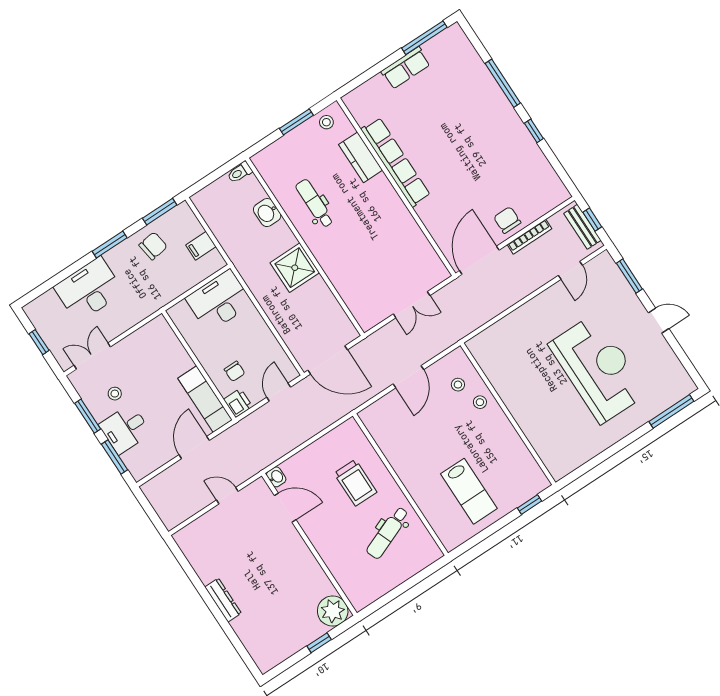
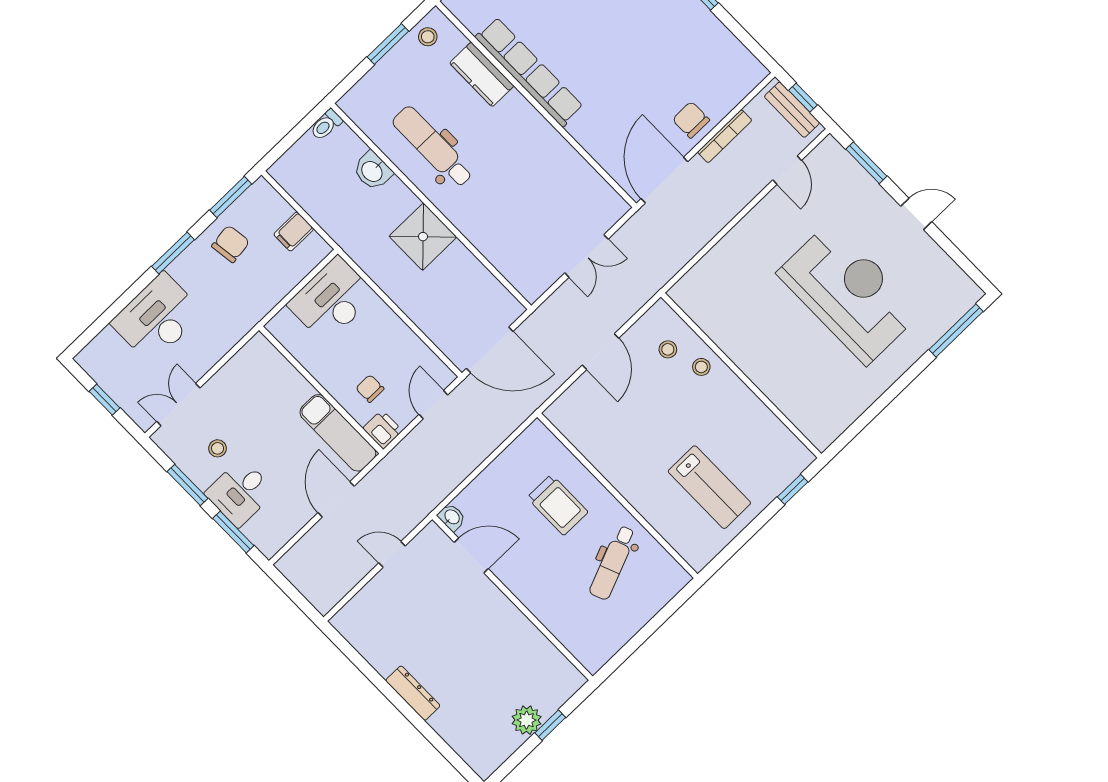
dental chair: (315, 203) -> (433, 147), width x1.36, depth x1.38
chair: (235, 371) -> (370, 389), turned 180
plant: (333, 611) -> (527, 720), moved, width x0.73, depth x0.73

